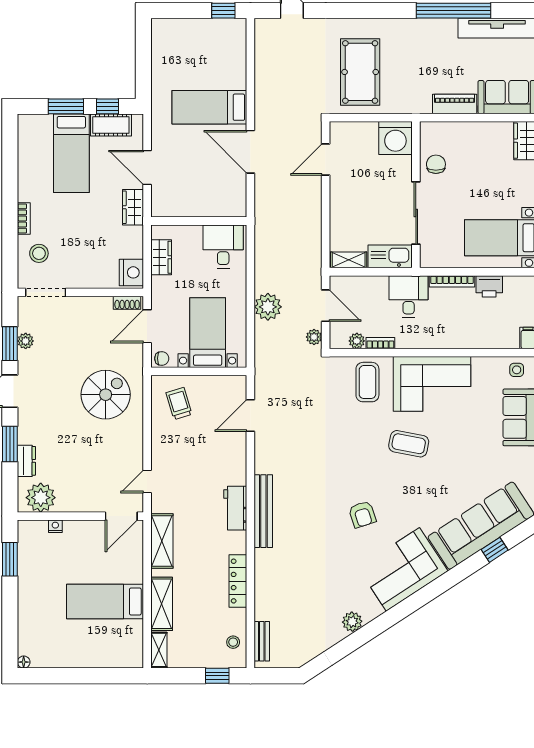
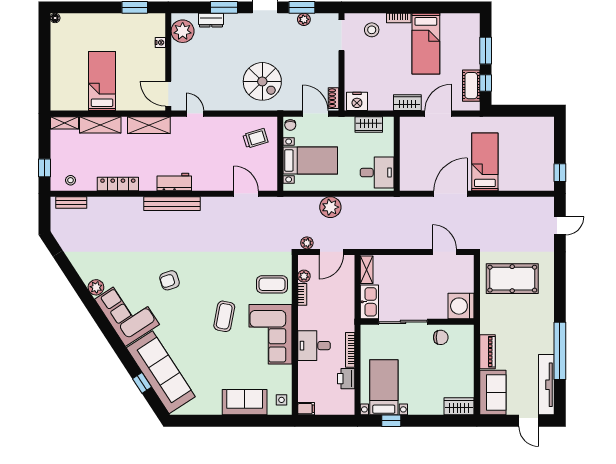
bed: (71, 153) -> (426, 44), moved, turned -90
desk: (409, 296) -> (314, 346), moved, turned 180
plant: (352, 622) -> (96, 287), moved

